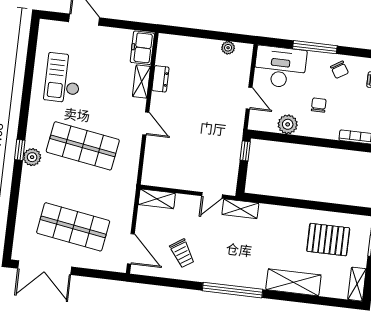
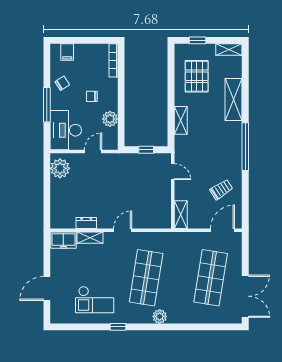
plant: (228, 48) -> (60, 168), width x1.87, depth x1.87
window: (20, 150) -> (118, 327), moved
window: (245, 151) -> (146, 150), moved
shelving: (240, 209) -> (181, 120), moved

